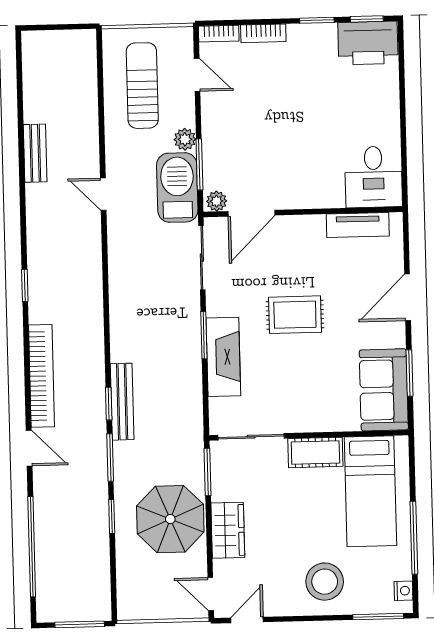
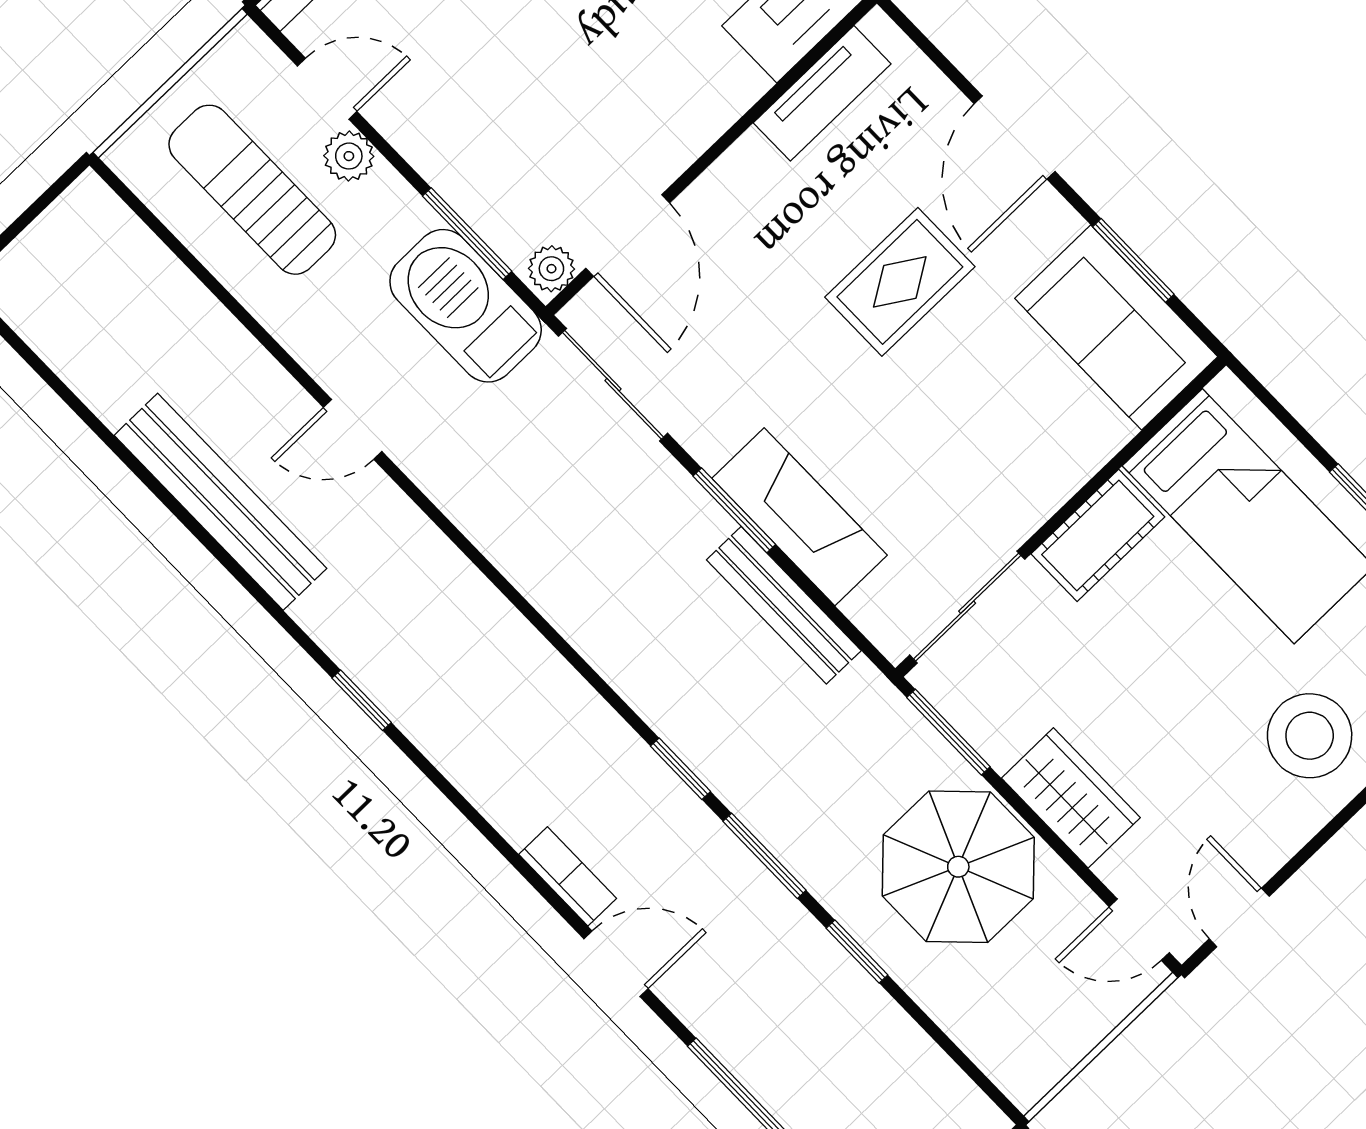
plant: (185, 139) -> (349, 156), moved
bench: (35, 153) -> (220, 502), width x1.86, depth x1.21
rug: (295, 315) -> (900, 282), moved
bookcase: (42, 376) -> (568, 876), width x0.43, depth x0.76
bench: (122, 402) -> (784, 605), moved

